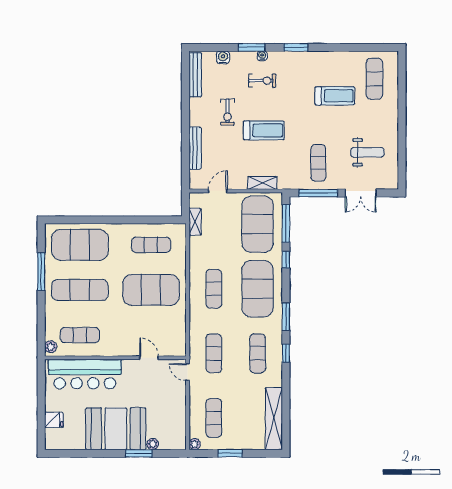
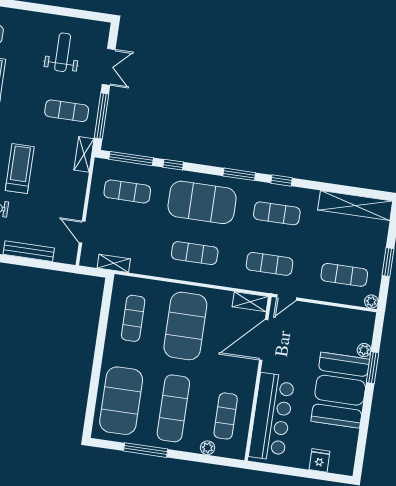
shelving: (262, 183) -> (84, 154), moved
exercise mat: (258, 224) -> (127, 191), width x0.50, depth x0.69
shelving: (180, 342) -> (250, 302), added
plant: (51, 347) -> (208, 448), moved
door: (149, 358) -> (264, 340), width x1.87

